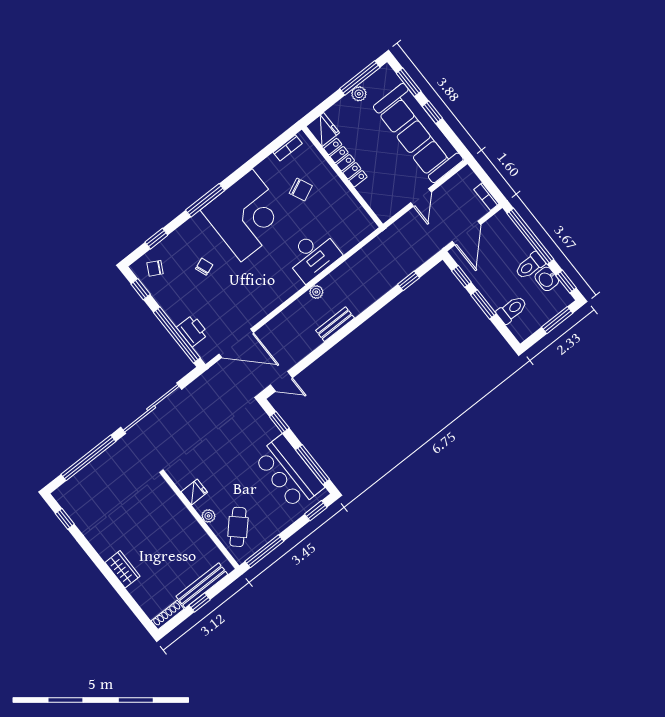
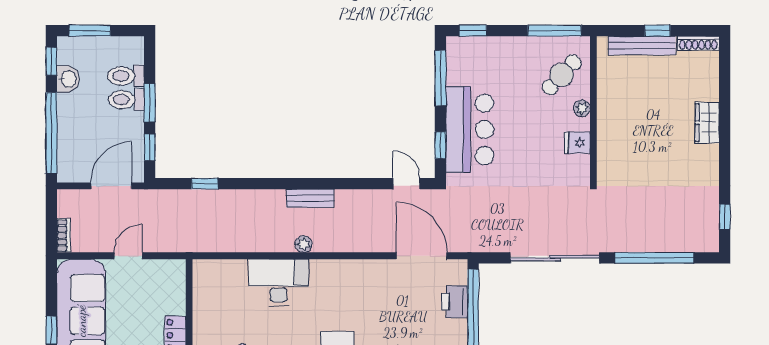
bookcase: (486, 197) -> (64, 236), moved
toilet: (530, 266) -> (126, 100), moved, turned 180
bar counter: (289, 472) -> (470, 129), moved

